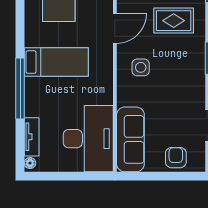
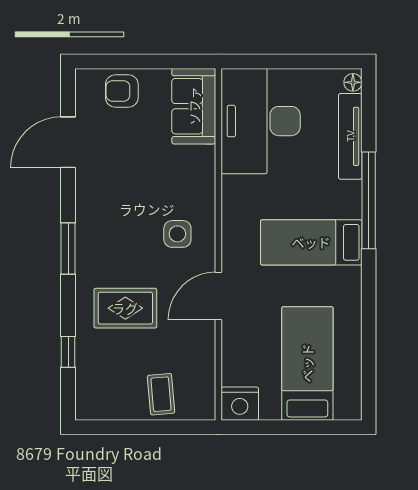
tv unit: (32, 137) -> (350, 136), width x1.41
sofa: (130, 139) -> (194, 106), width x0.73
armchair: (176, 158) -> (122, 91), turned 90

